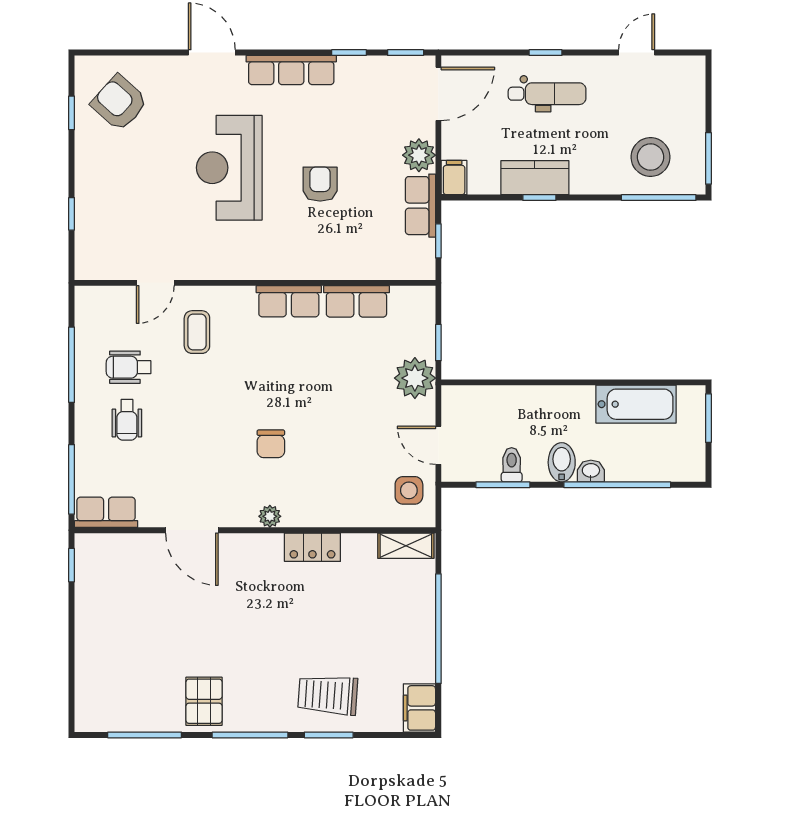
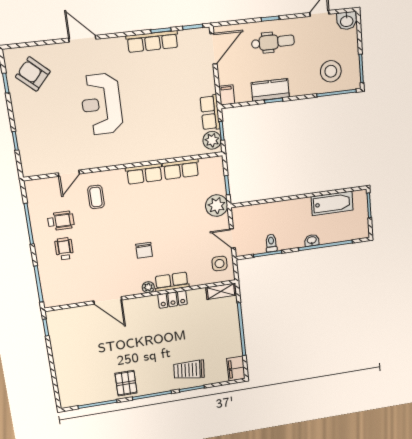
row of seats: (291, 70) -> (152, 41), moved
washbasin: (686, 71) -> (347, 21), added
plant: (419, 155) -> (212, 140), moved
armchair: (320, 184) -> (154, 107), removed
wheelchair: (129, 367) -> (61, 221), turned 180
wheelchair: (127, 420) -> (64, 249), turned 180
bidet: (562, 462) -> (297, 238), removed
row of seats: (106, 512) -> (172, 282), moved

